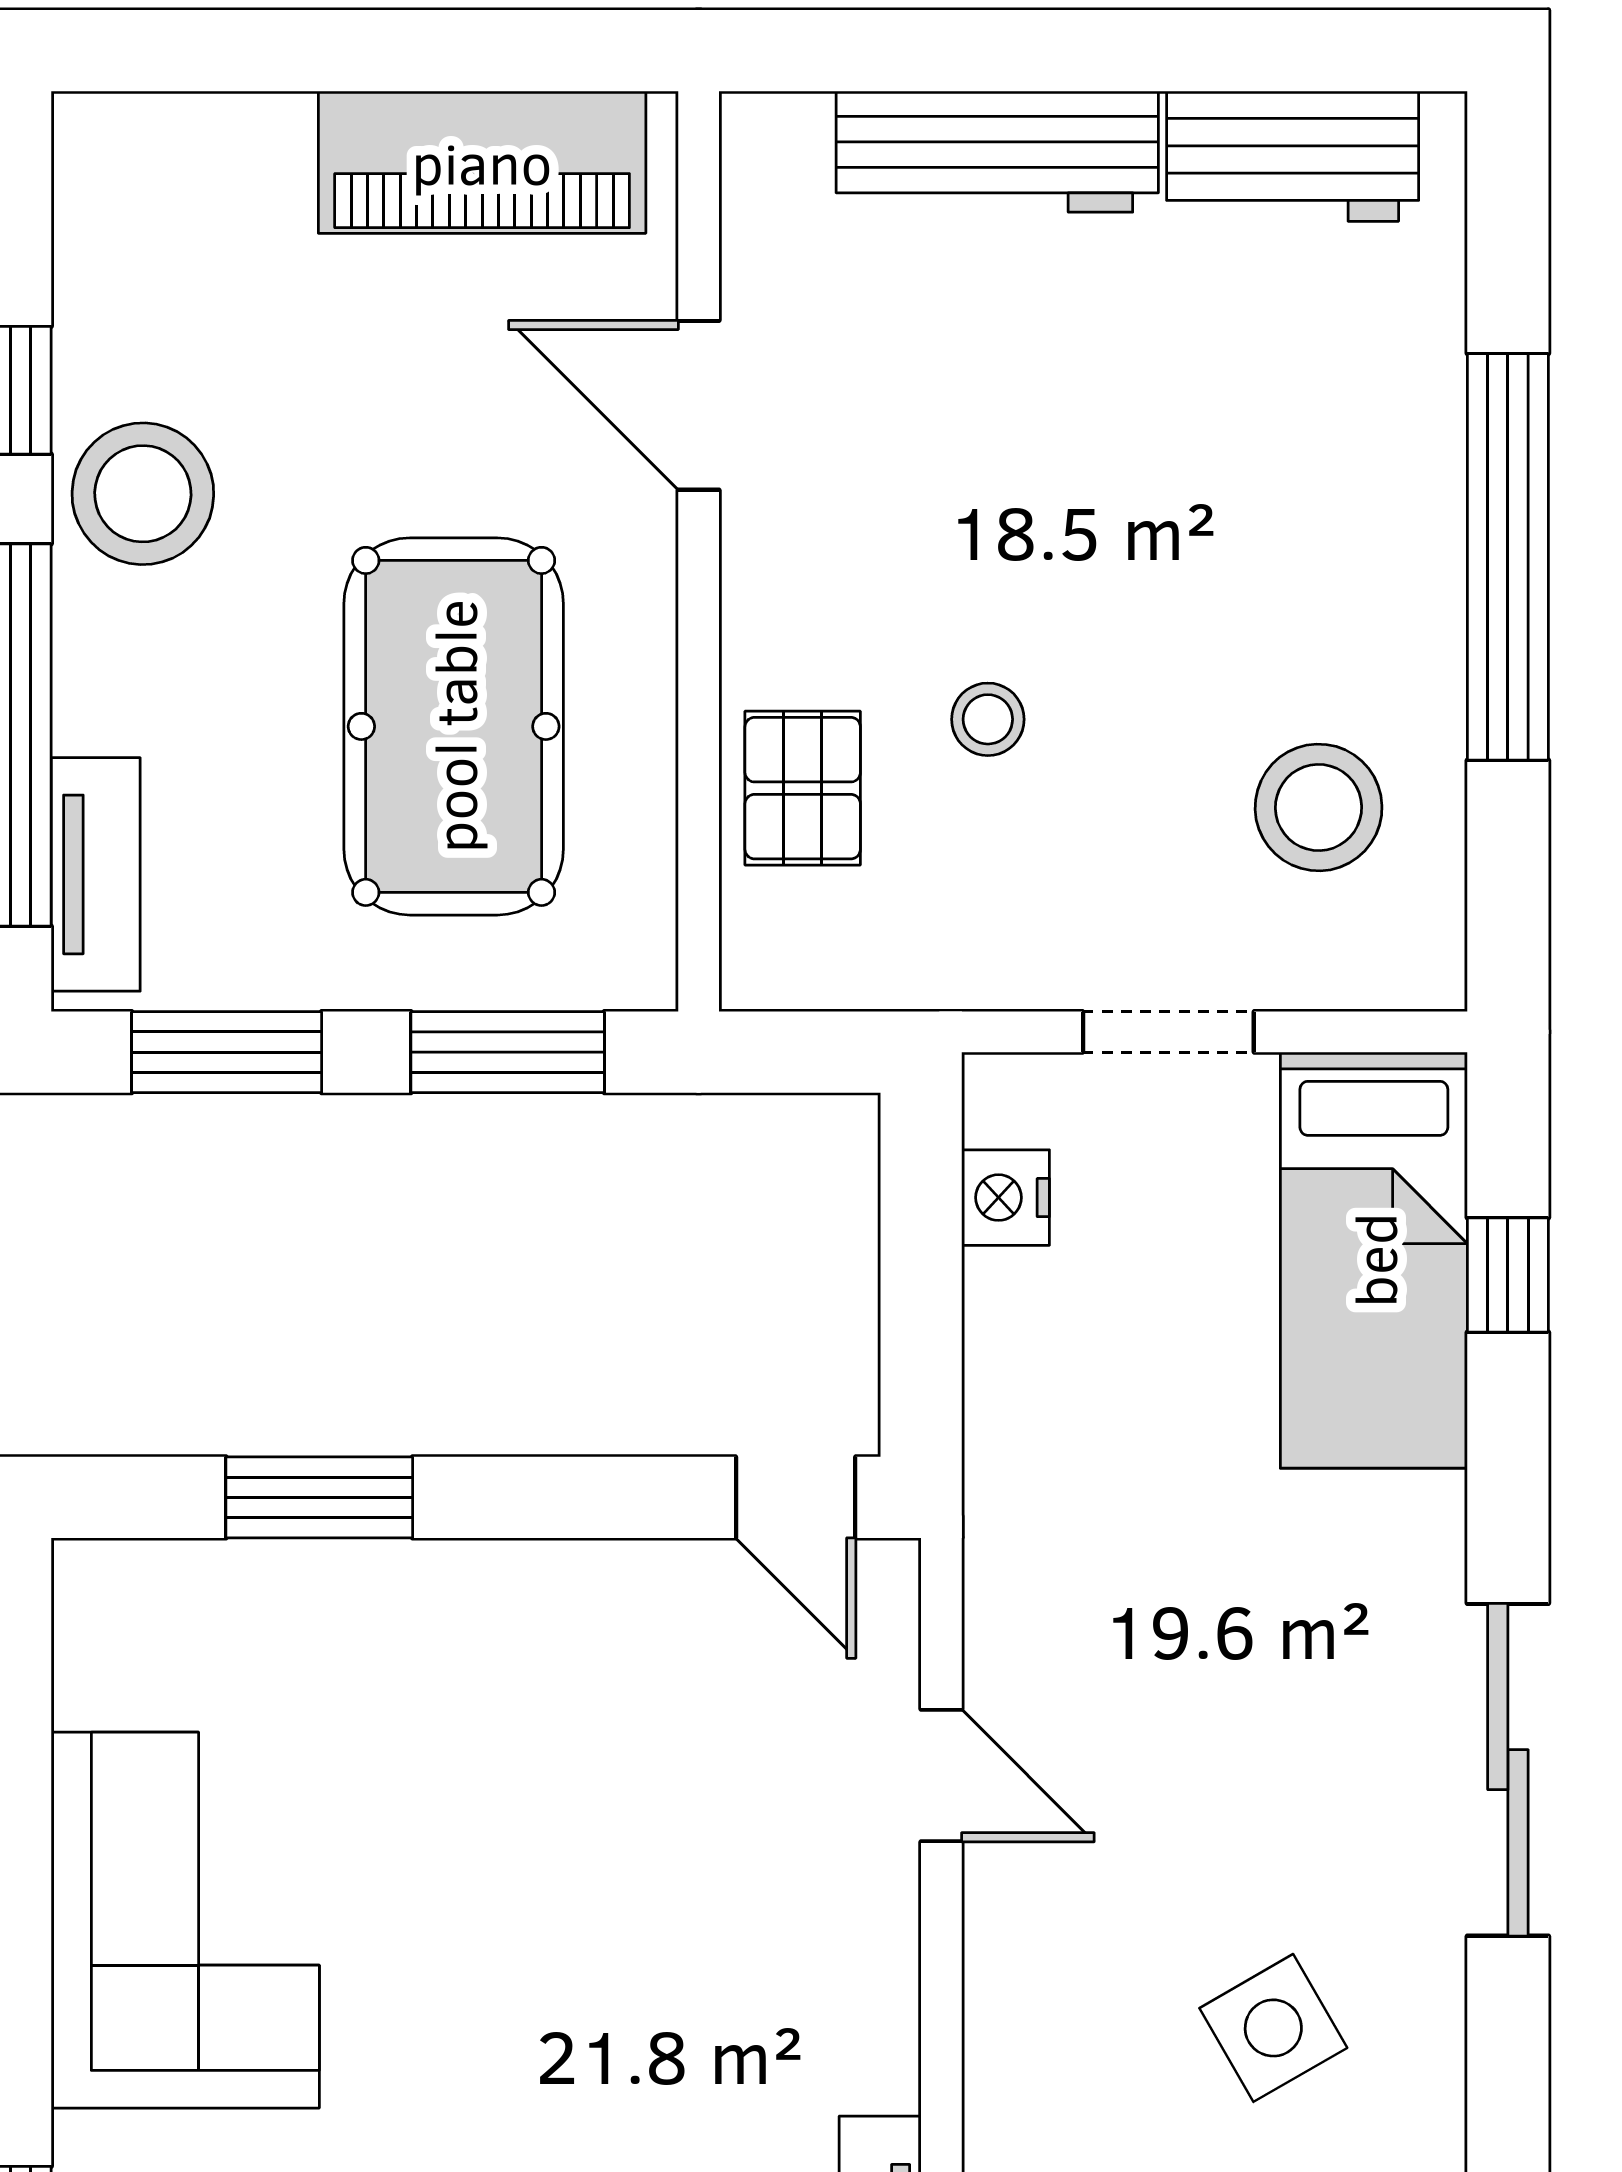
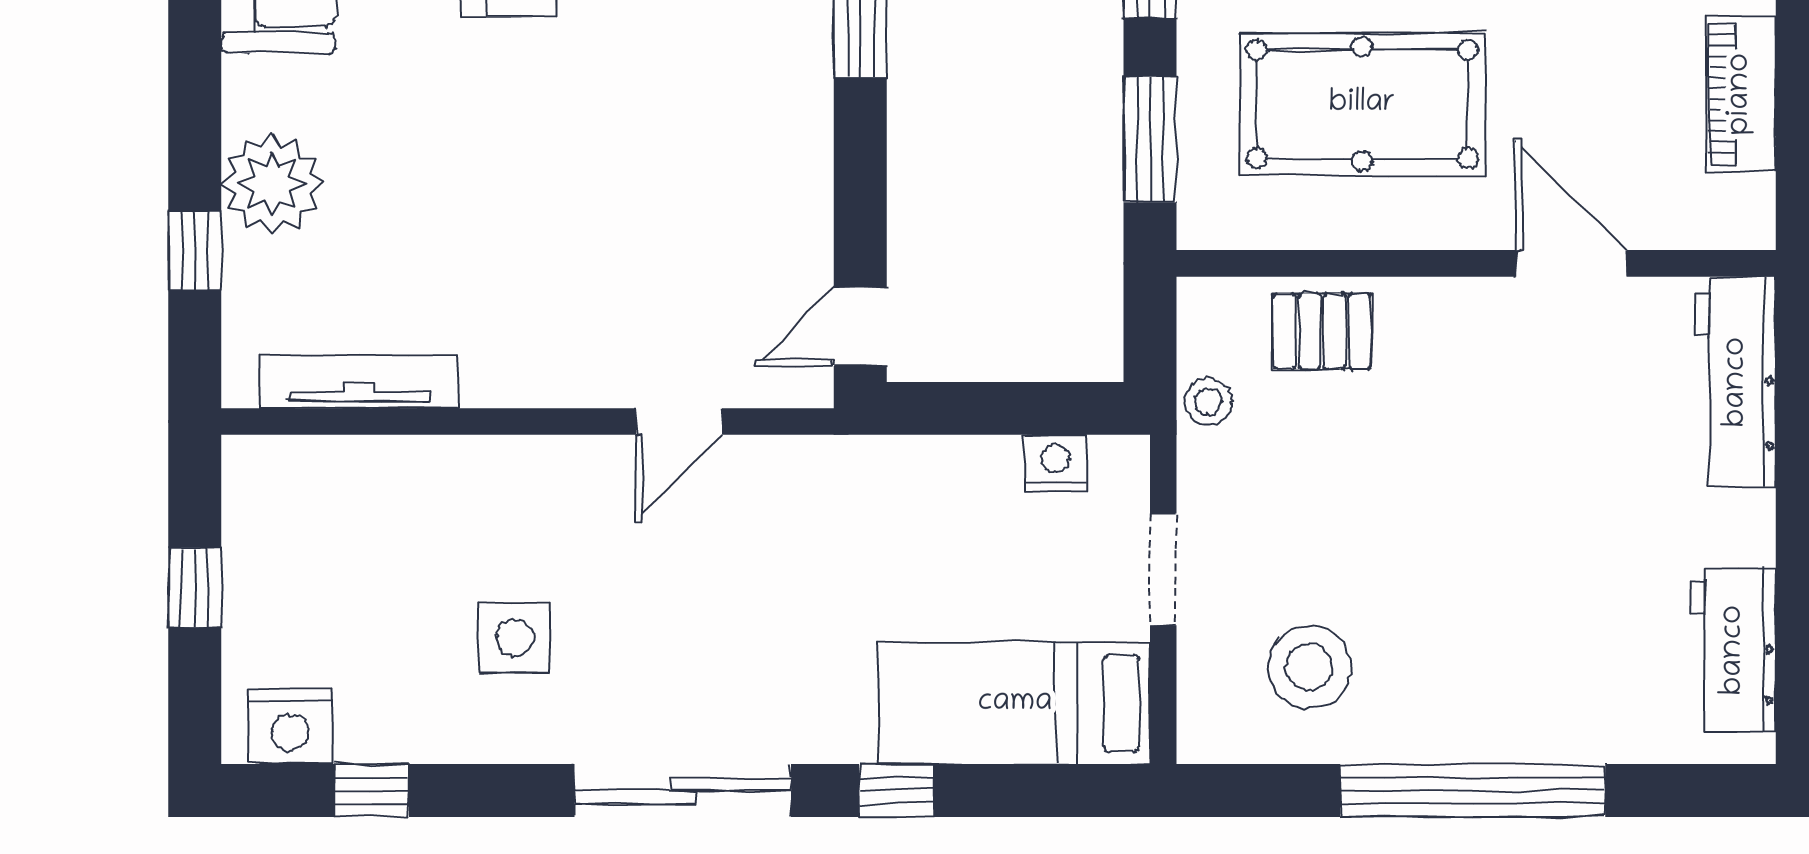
workbench: (997, 152) -> (1737, 382), moved
piano: (482, 162) -> (1741, 94), width x0.73, depth x0.75
door: (699, 405) -> (1571, 263), hinge flipped
stool: (988, 719) -> (1208, 401), moved
window: (1508, 1275) -> (897, 790), moved
side table: (1273, 2028) -> (515, 638), turned 30

